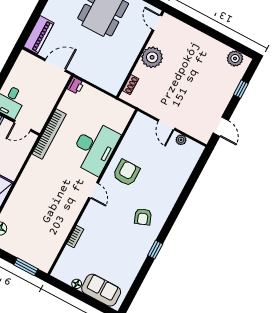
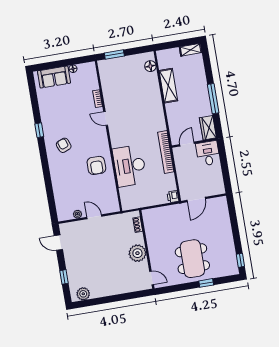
piano: (39, 35) -> (222, 211), removed
door: (94, 190) -> (106, 118), moved

